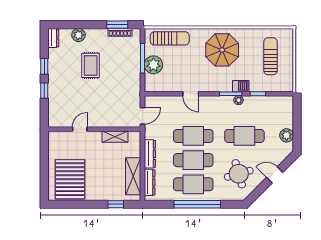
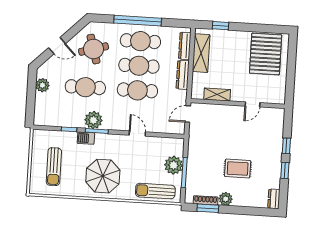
plant: (79, 35) -> (226, 199), moved
rug: (91, 65) -> (238, 169), turned 90
plant: (239, 100) -> (93, 120), width x1.87, depth x1.87

